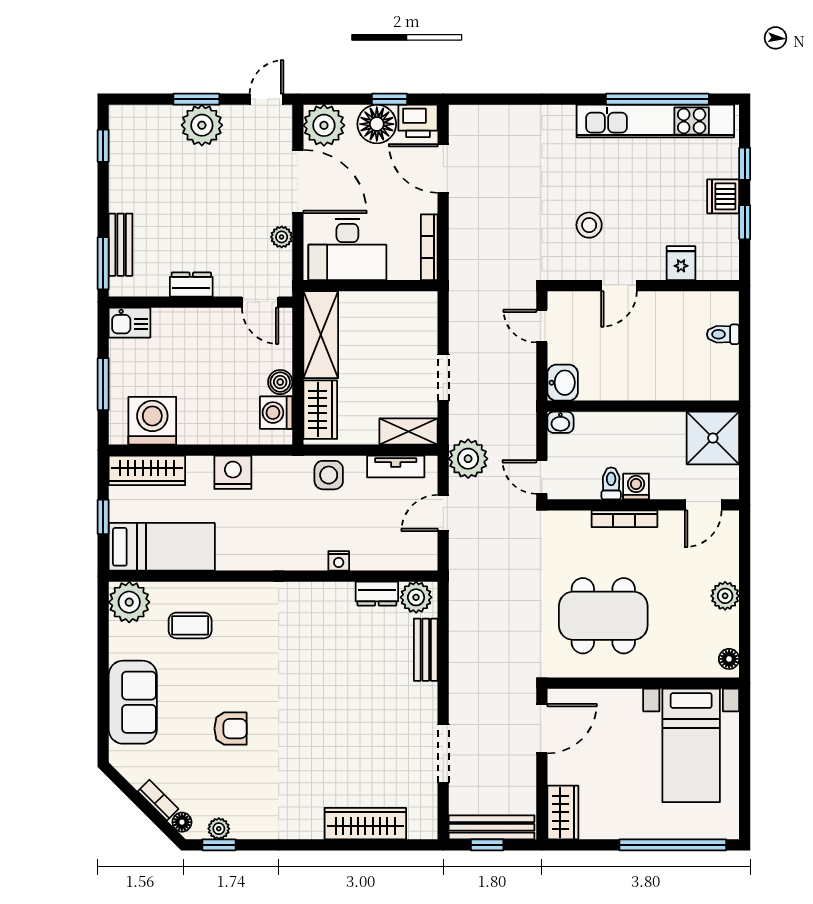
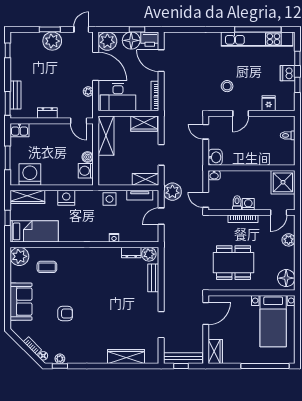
wardrobe: (320, 410) -> (144, 124), moved, turned 90
plant: (725, 596) -> (289, 240), moved
floor lamp: (729, 659) -> (286, 278), width x1.89, depth x1.89

